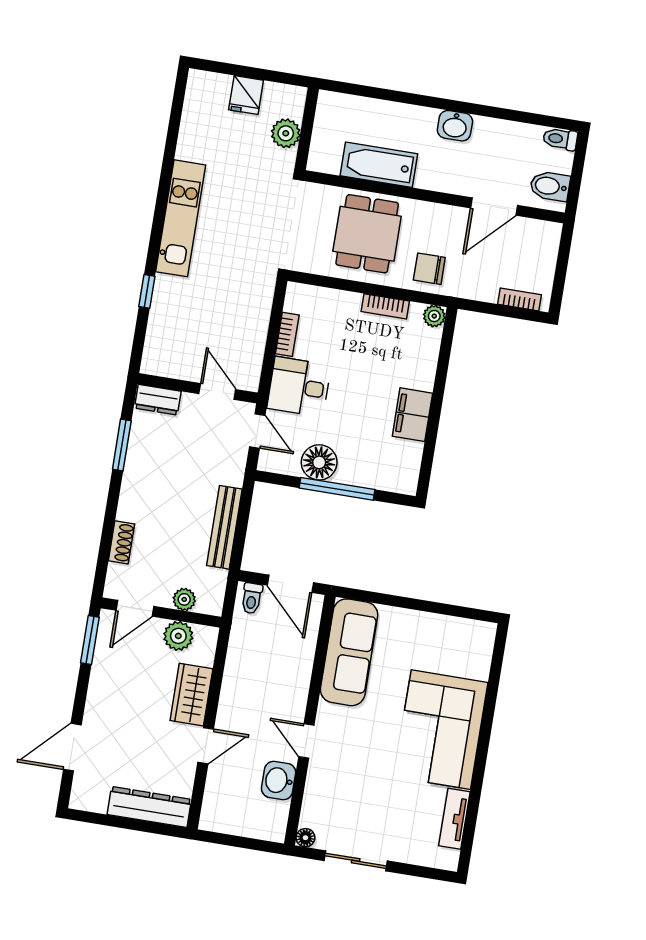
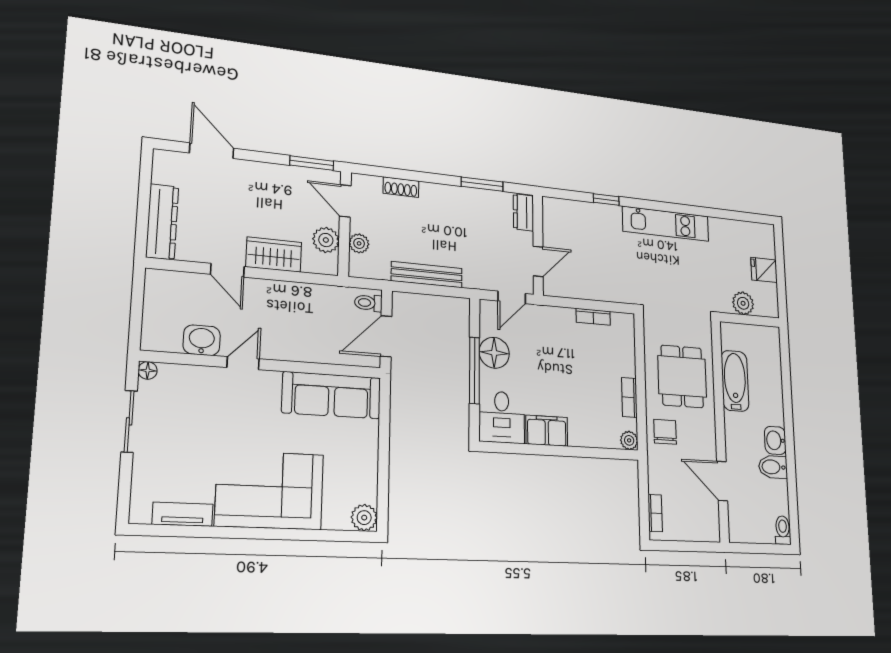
bidet: (550, 186) -> (773, 467), moved, turned -90
dining table: (367, 234) -> (682, 376), turned 90
desk: (299, 387) -> (502, 417), moved, turned 180
plant: (481, 635) -> (364, 518), added

